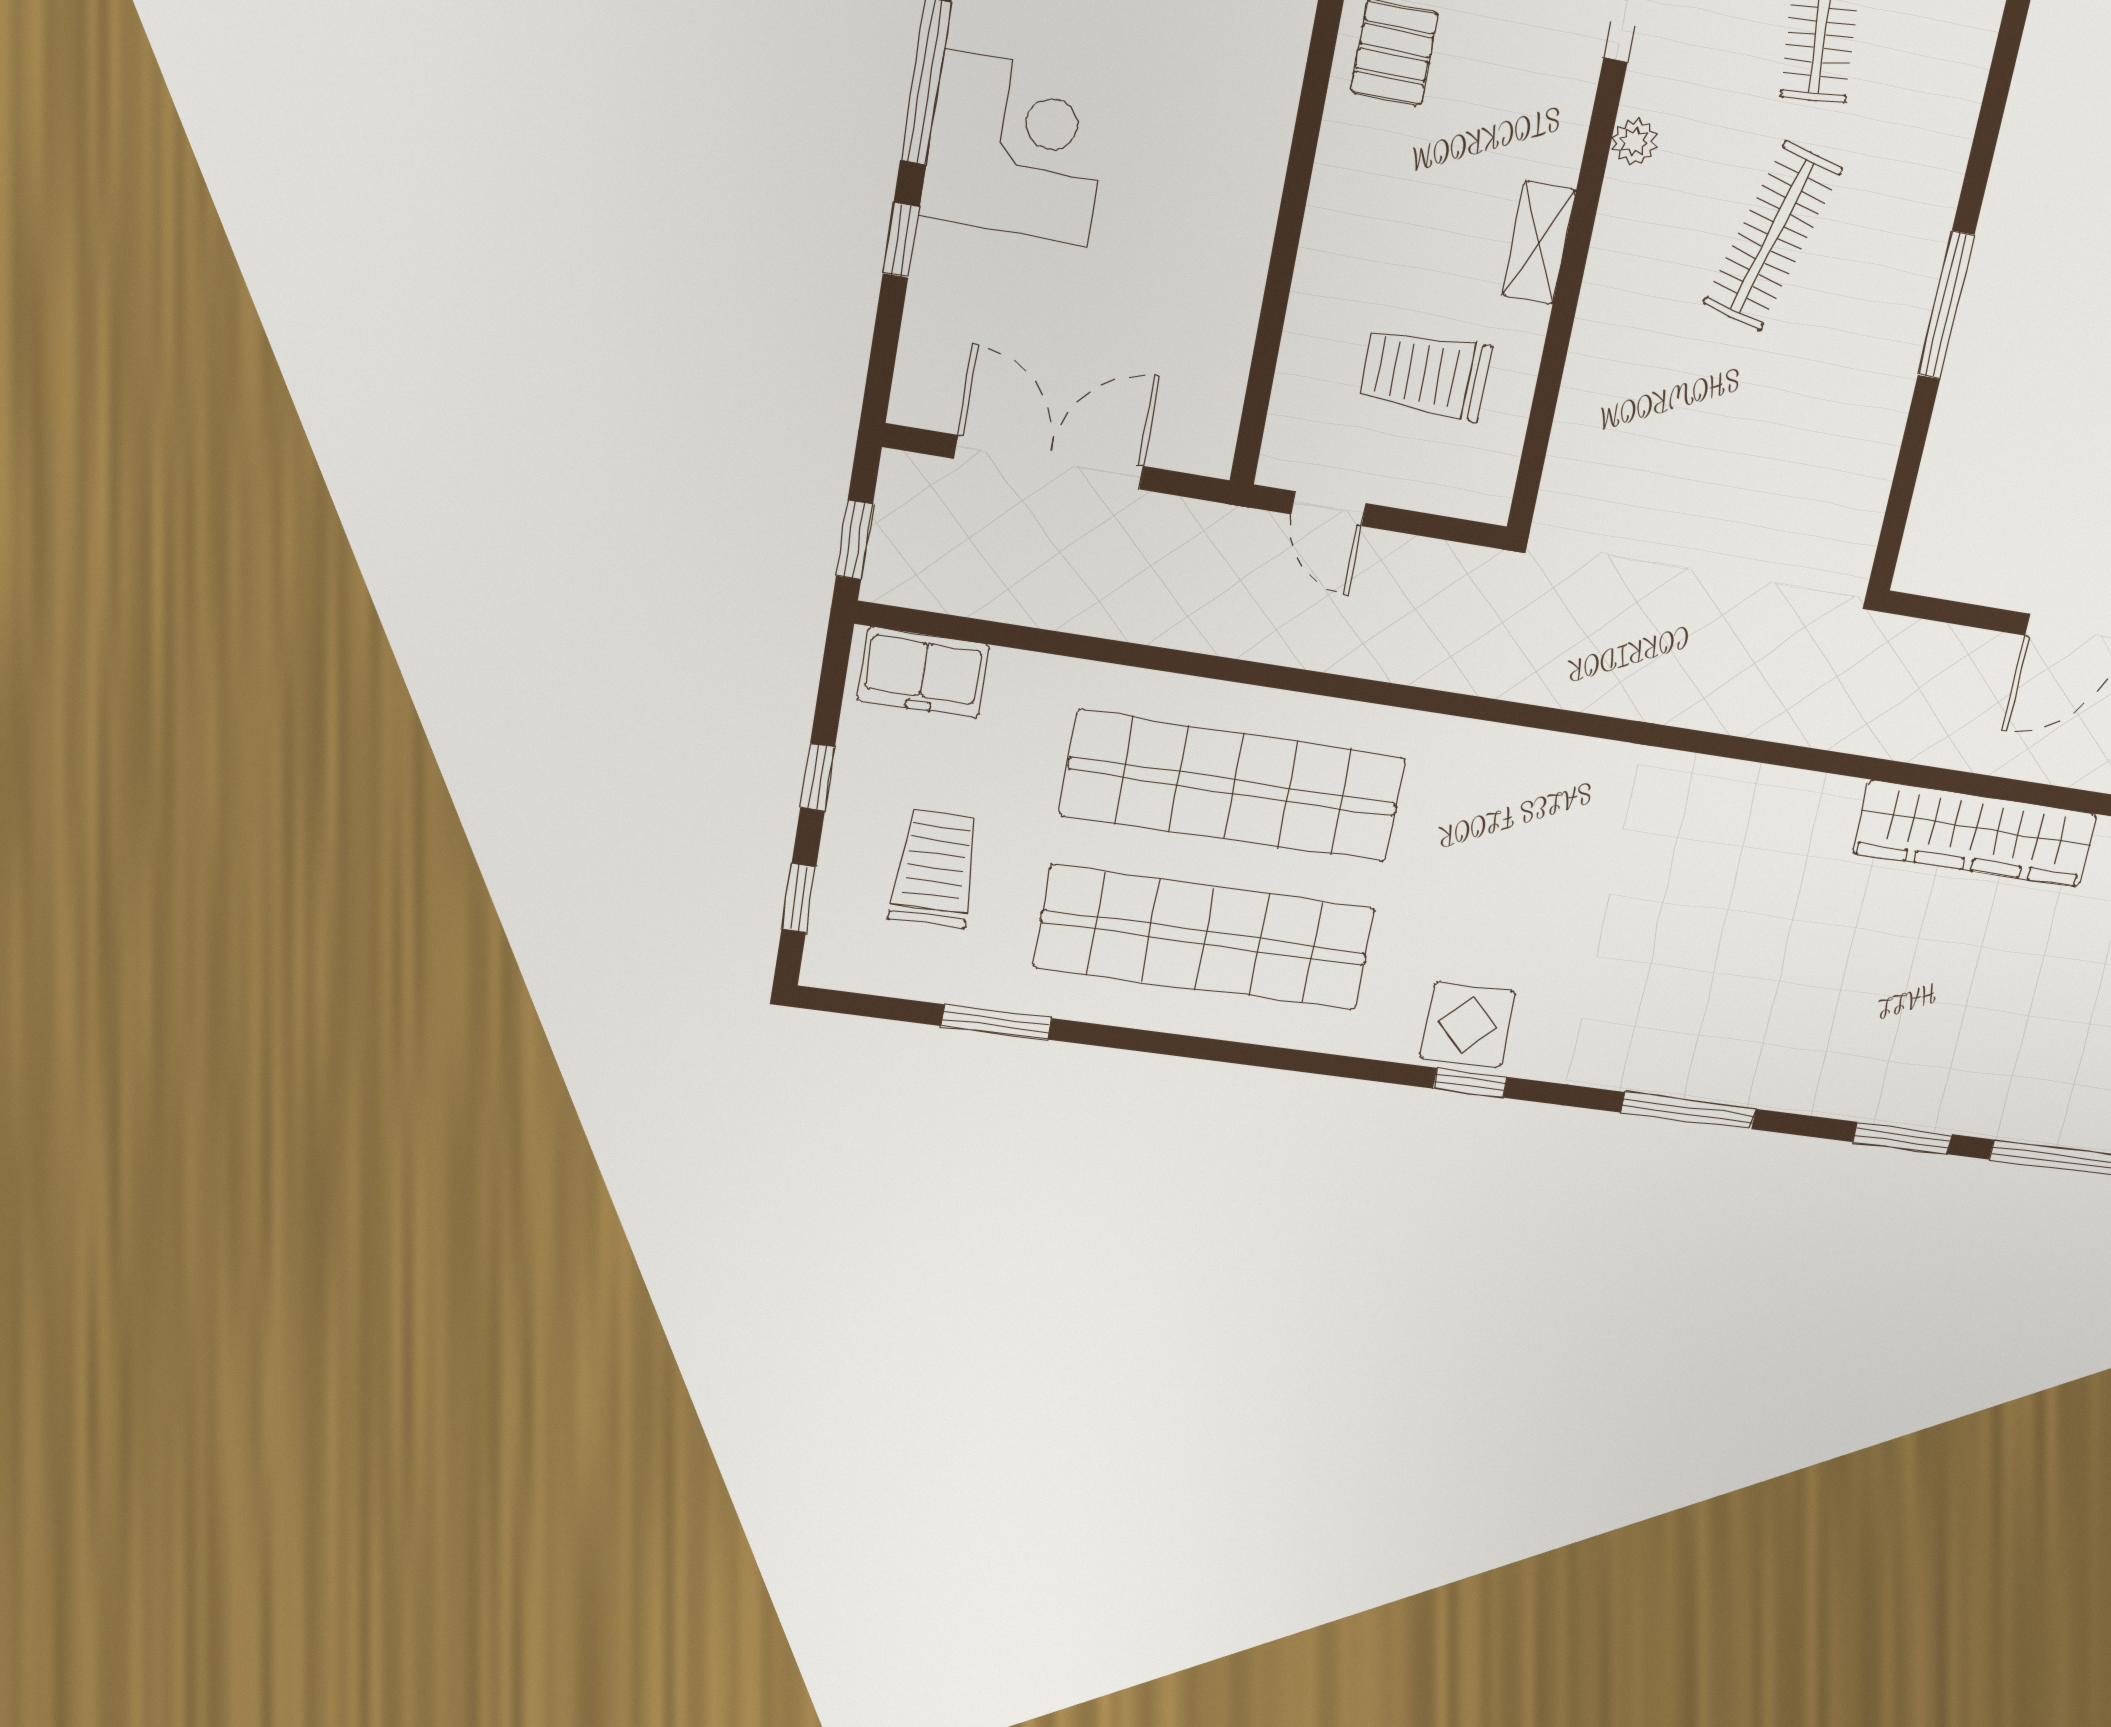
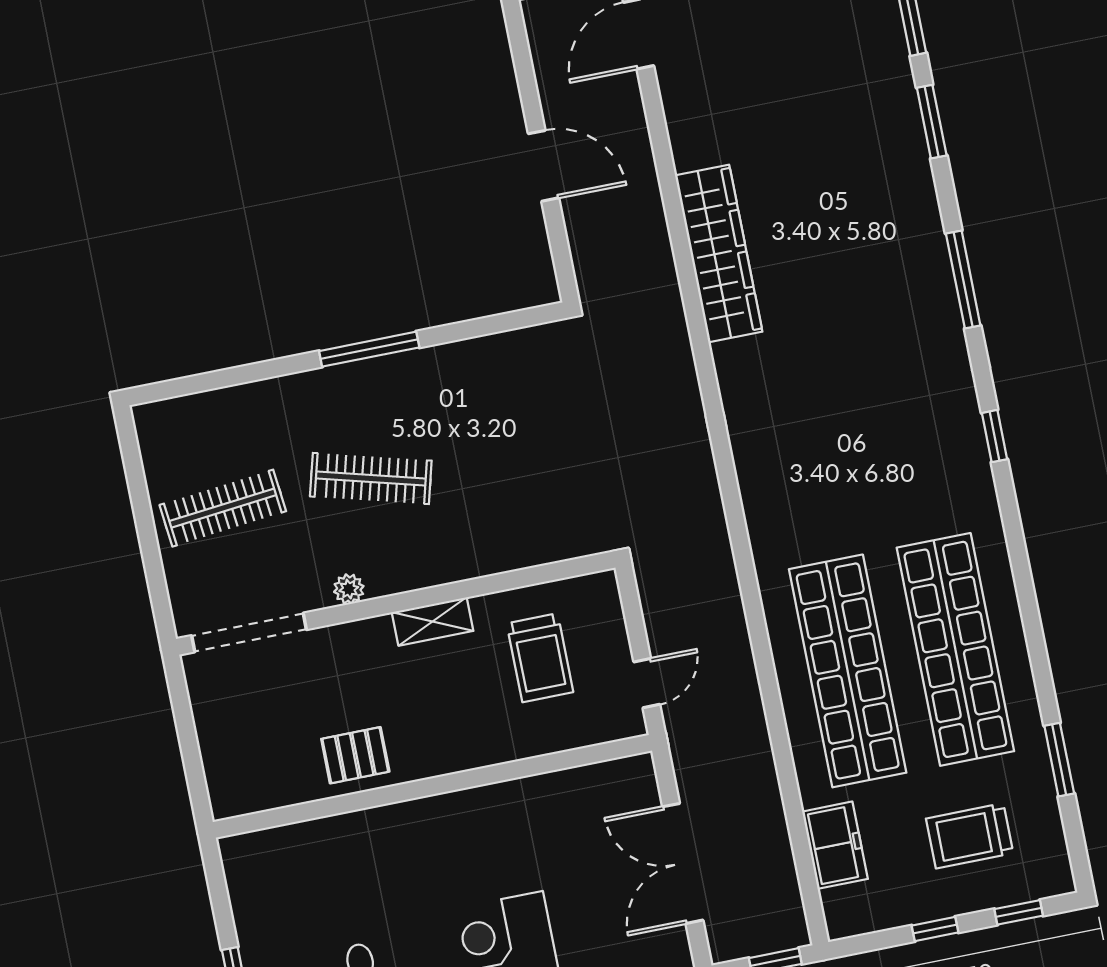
freezer: (923, 673) -> (835, 845), moved
wardrobe: (1975, 834) -> (719, 253), moved
display table: (1468, 1025) -> (955, 455), removed

